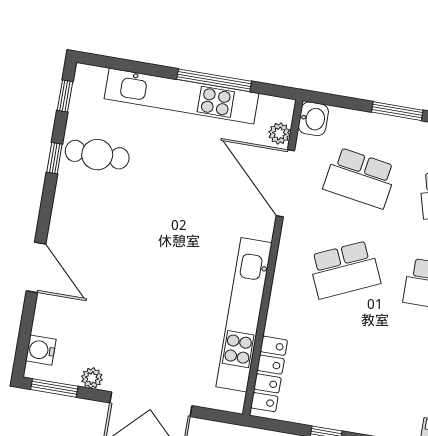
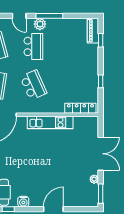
kitchen unit: (244, 315) -> (50, 122), width x0.73
water cooler: (41, 350) -> (23, 202), moved

